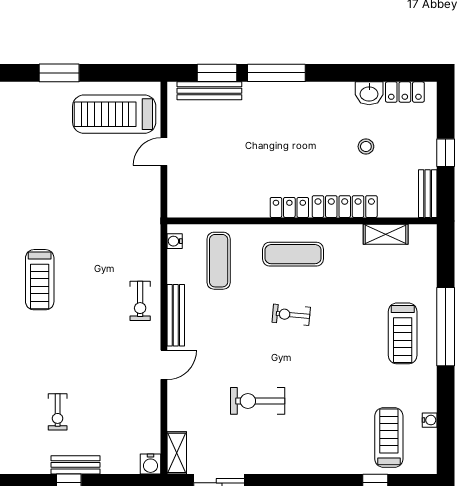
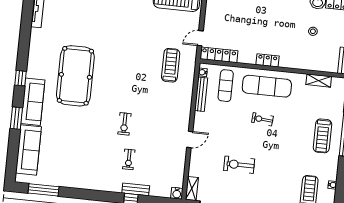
door: (164, 152) -> (200, 38), moved
locker: (345, 207) -> (219, 55), moved
exercise mat: (293, 254) -> (267, 86), width x1.36, depth x1.45
treadmill: (40, 280) -> (171, 65), moved, turned 180
exercise bike: (140, 301) -> (124, 124), moved
bench: (176, 315) -> (201, 94), moved

